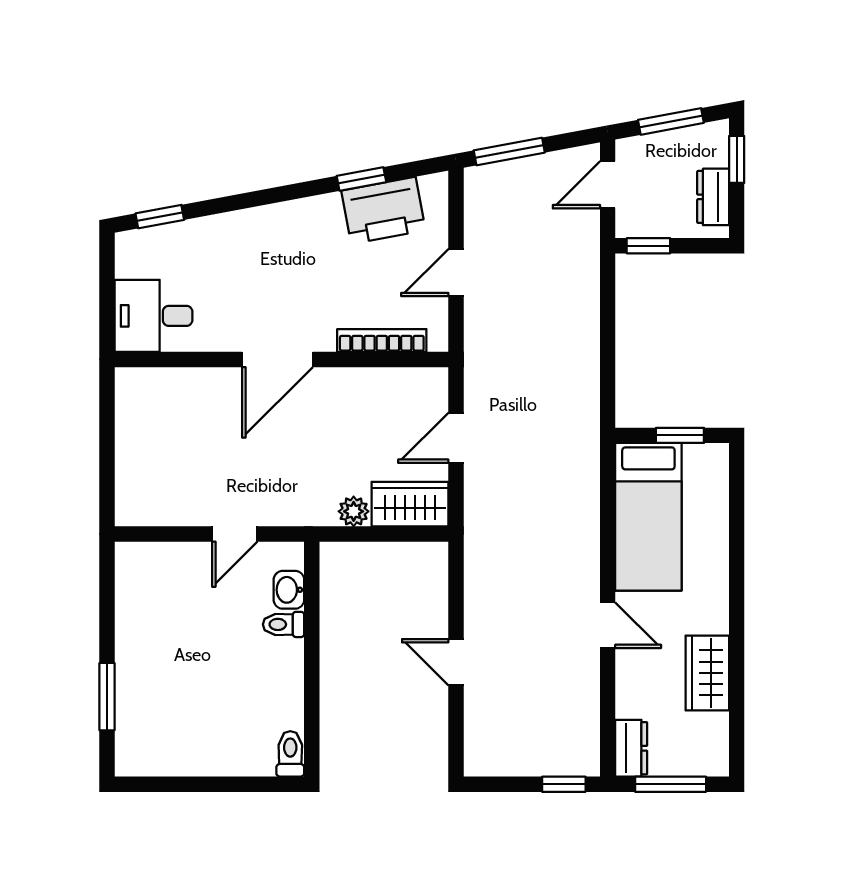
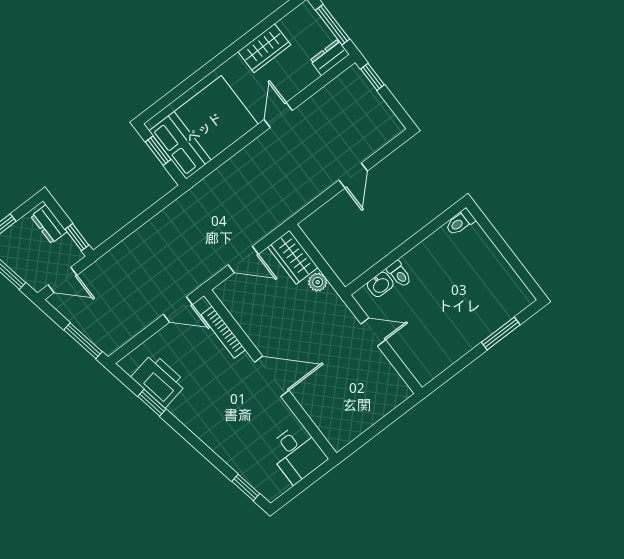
dresser: (713, 197) -> (49, 224), moved, turned 90
door: (456, 273) -> (178, 309), moved
bed: (648, 517) -> (204, 128), width x1.50

